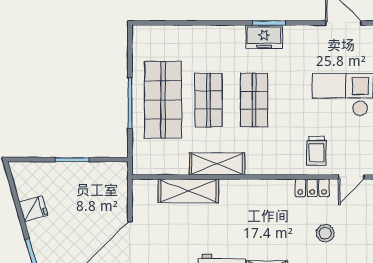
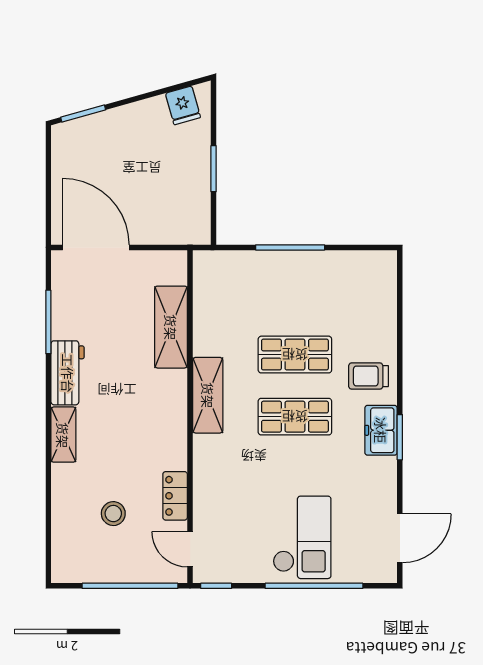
shop shelf: (163, 100) -> (295, 292), removed
trolley: (316, 151) -> (369, 376), moved
shelving: (217, 164) -> (208, 395), moved
fridge: (33, 209) -> (183, 105), moved

